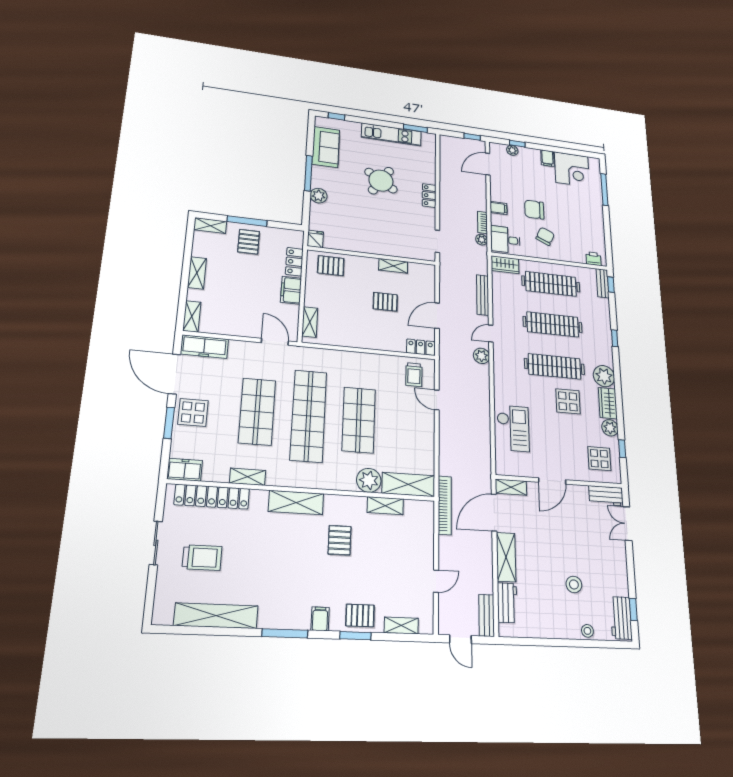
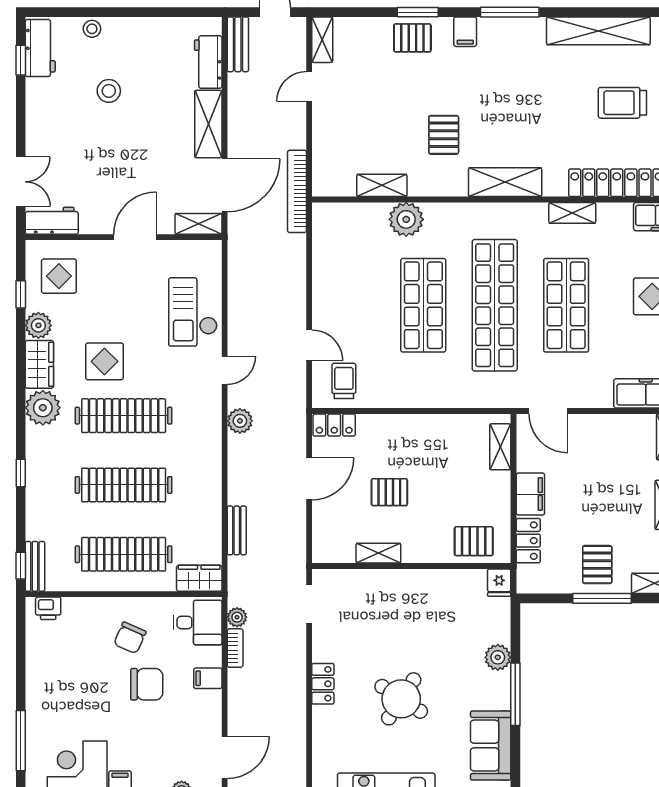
bench: (483, 295) -> (237, 530), width x0.73
door: (491, 334) -> (225, 370), moved
shelving: (408, 484) -> (350, 217), removed
shelving: (401, 625) -> (322, 40), moved, turned 90

